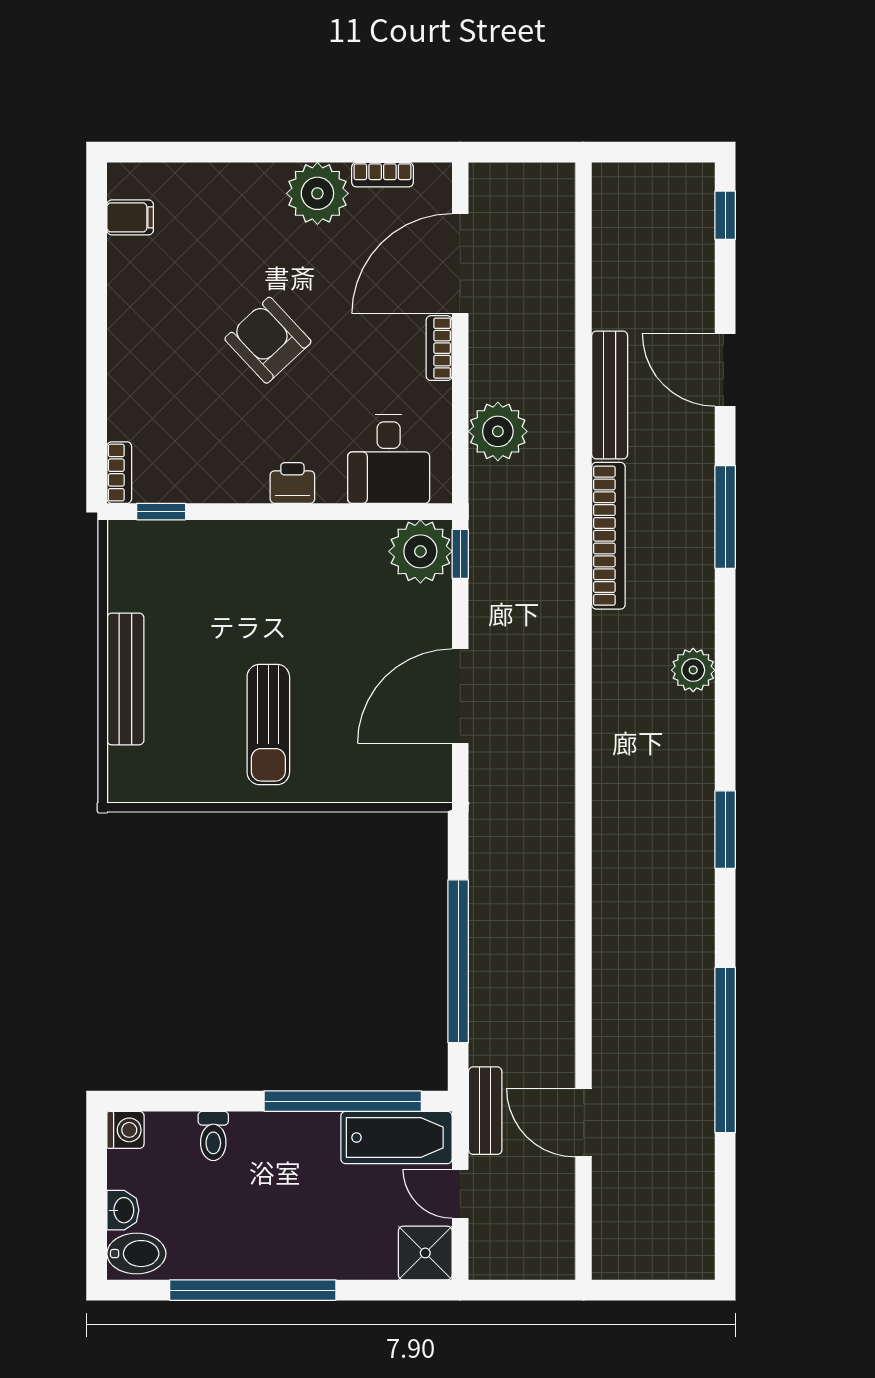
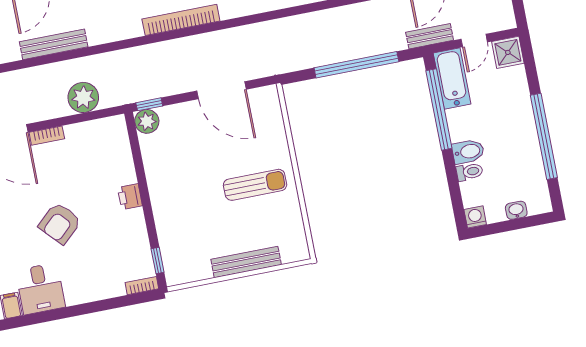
desk: (389, 459) -> (40, 289), moved, turned 90
bookcase: (608, 536) -> (181, 20), moved
plant: (420, 551) -> (147, 121), width x0.73, depth x0.73
bidet: (136, 1254) -> (468, 152), moved, turned 90

